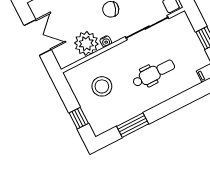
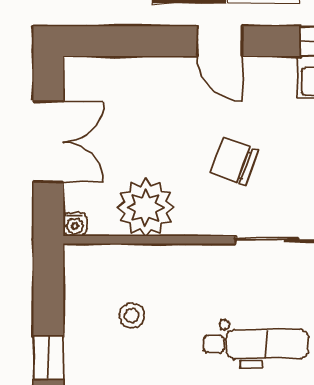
water cooler: (106, 41) -> (75, 224), moved
stool: (102, 86) -> (132, 315), width x0.53, depth x0.53

